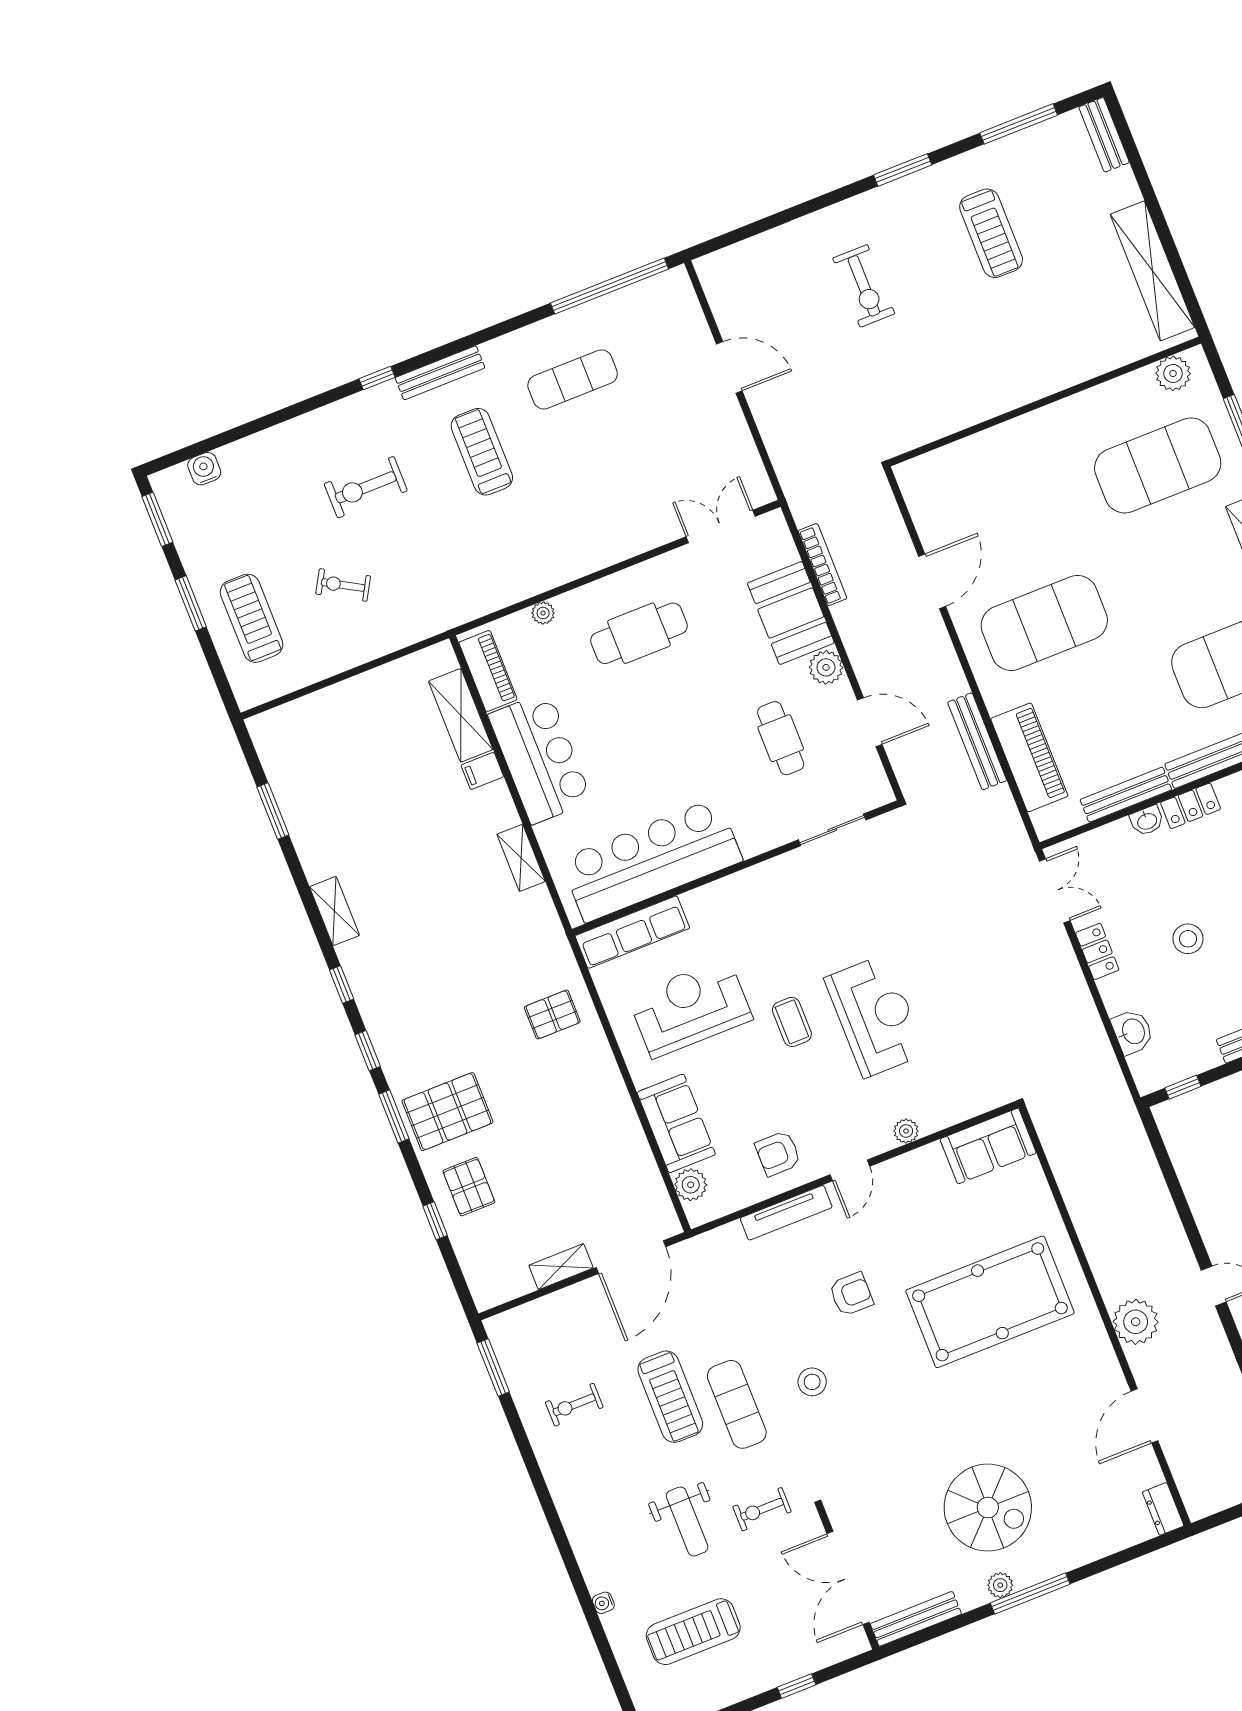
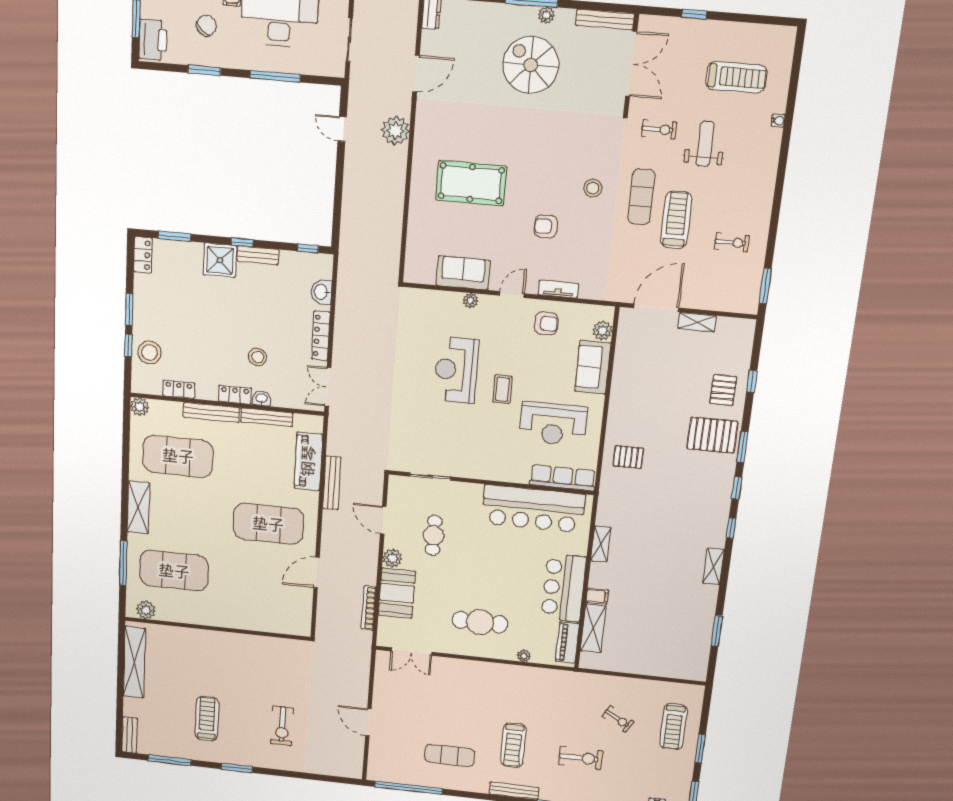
exercise bike: (864, 286) -> (282, 726), turned 180
stool: (1188, 939) -> (258, 357), moved
locker: (1097, 951) -> (321, 336), width x1.53
sofa: (988, 1146) -> (463, 273), moved
tv unit: (786, 1213) -> (558, 289), width x0.71
pool table: (990, 1302) -> (471, 183), width x0.73, depth x0.76

